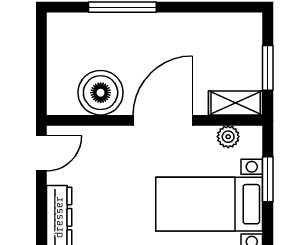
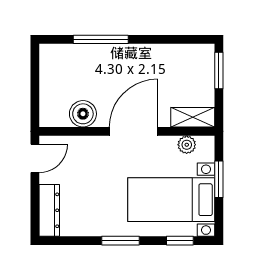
window: (268, 68) -> (219, 70), moved
boiler: (101, 93) -> (83, 114), width x0.73, depth x0.73

